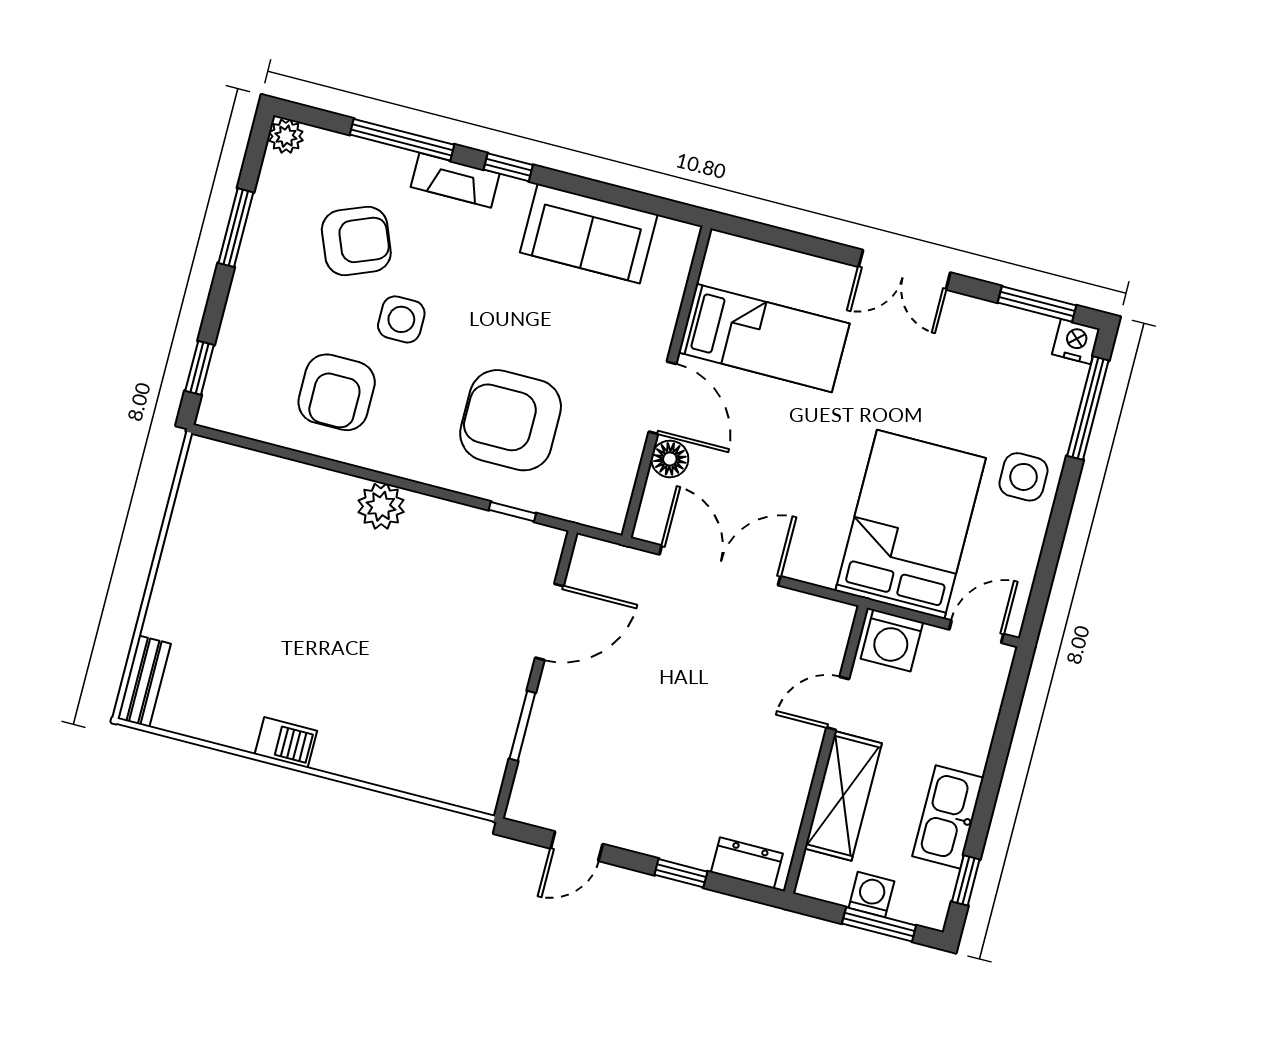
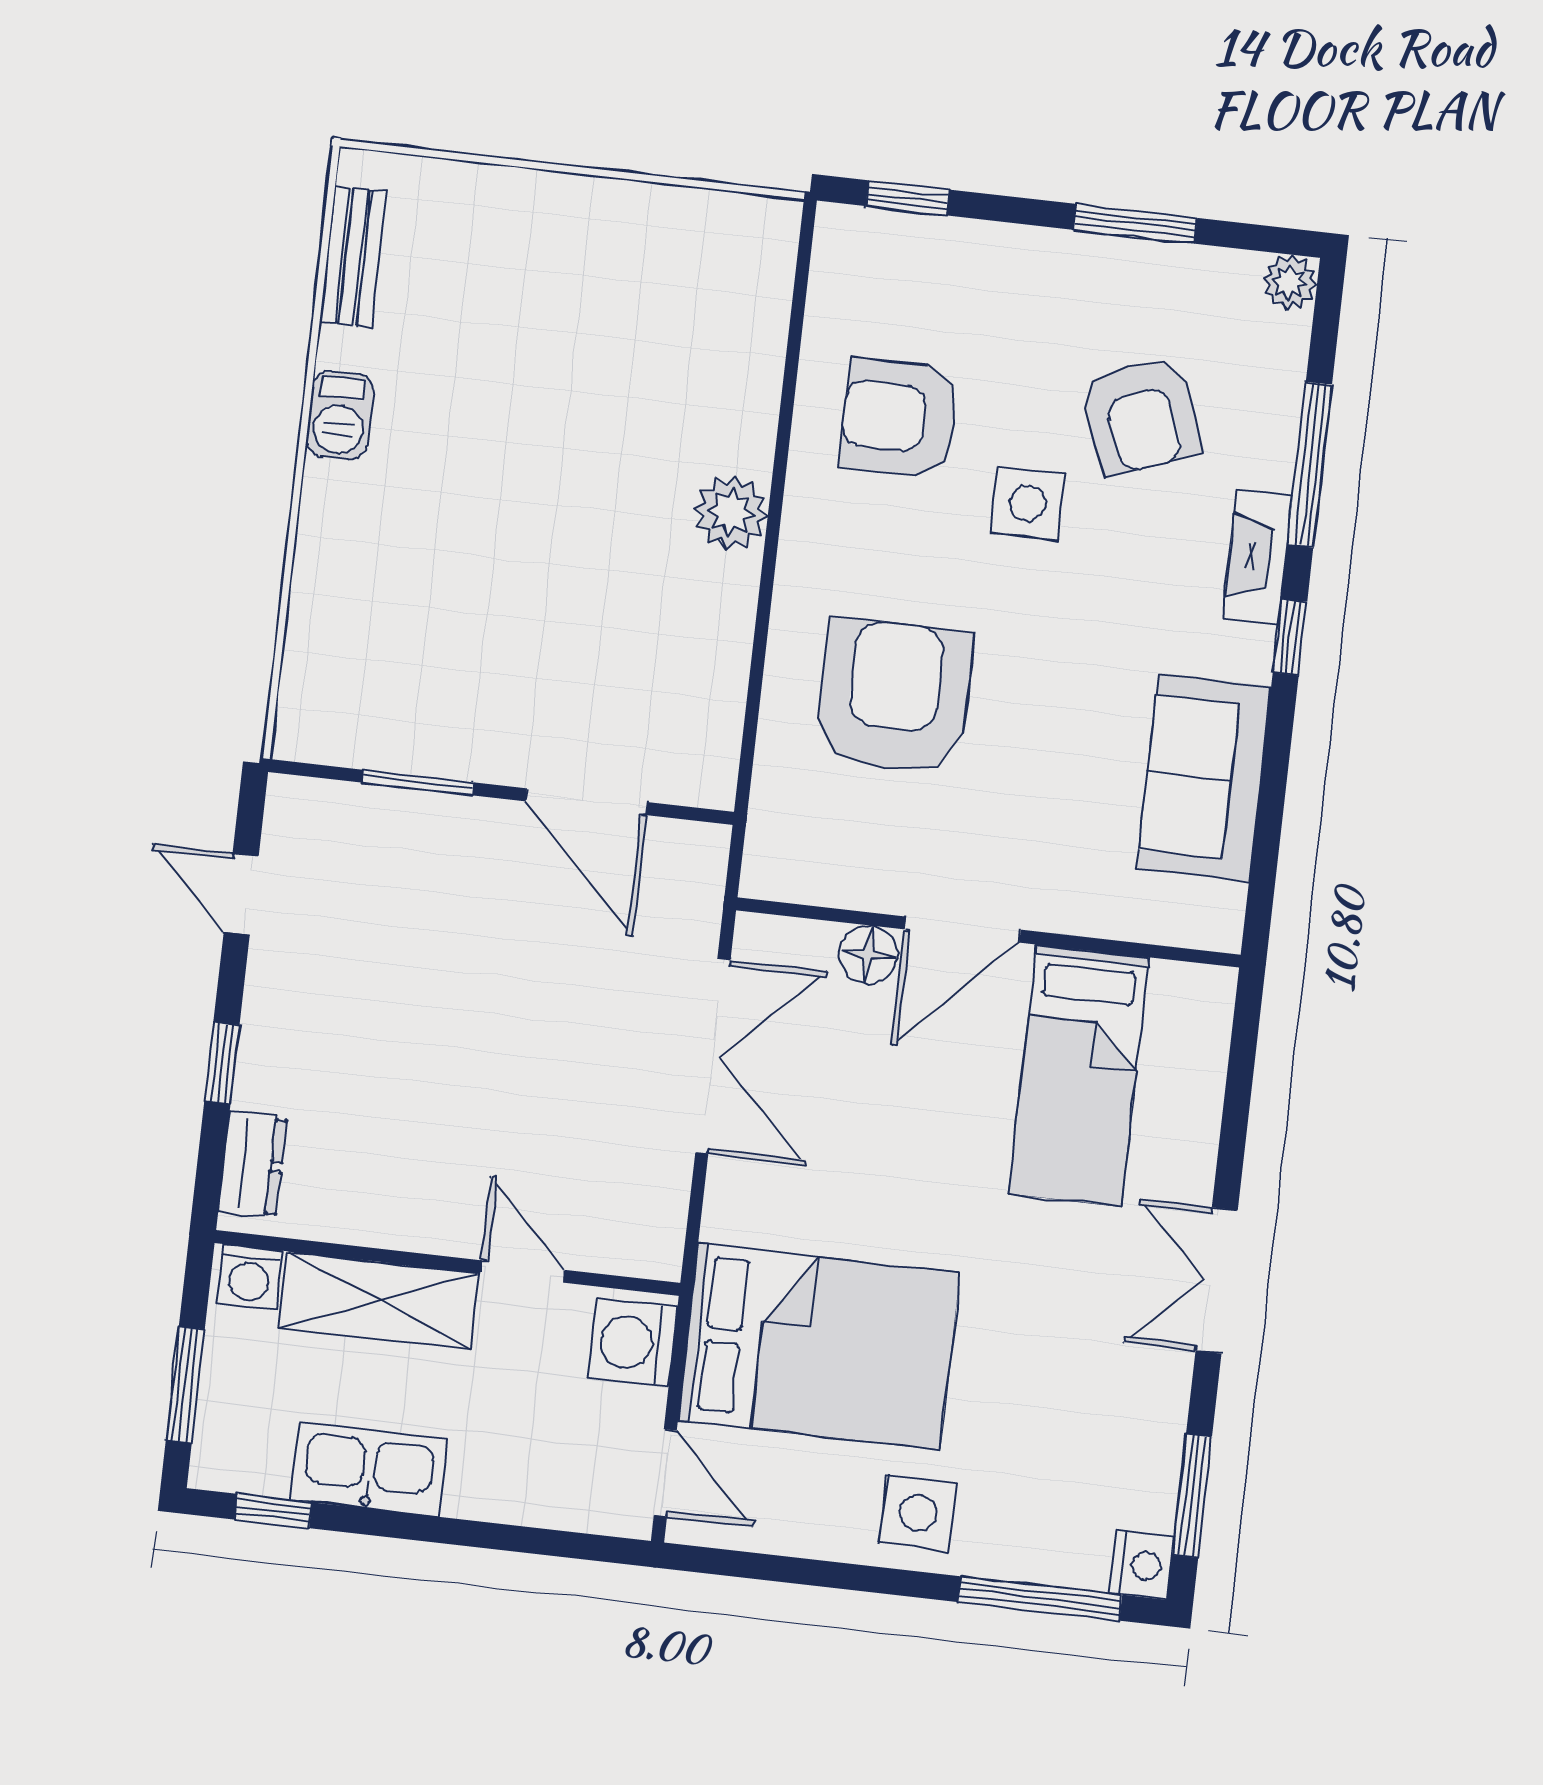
window: (512, 512) -> (751, 719), removed
bench: (144, 681) -> (353, 257), moved, turned 90
washing machine: (871, 895) -> (249, 1277), moved, turned 90

